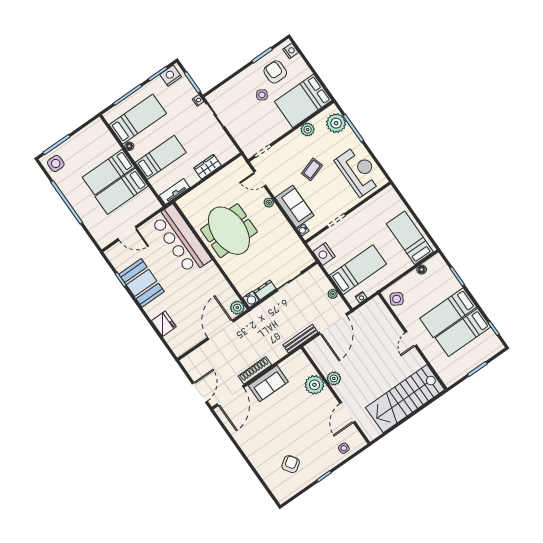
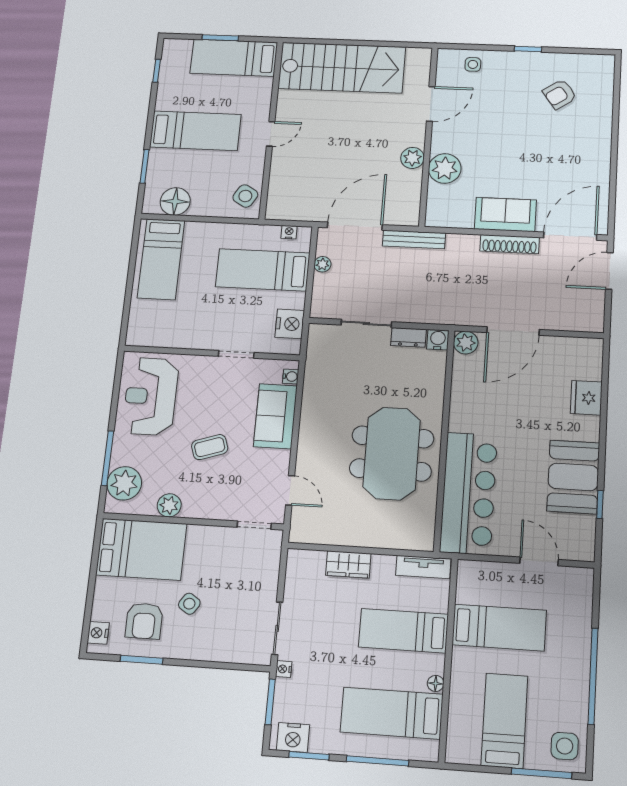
bed: (109, 172) -> (504, 721), moved, turned -90
plant: (269, 203) -> (305, 449), removed
floor lamp: (422, 270) -> (175, 201), width x1.89, depth x1.89
bed: (463, 332) -> (234, 58), moved, turned 180

